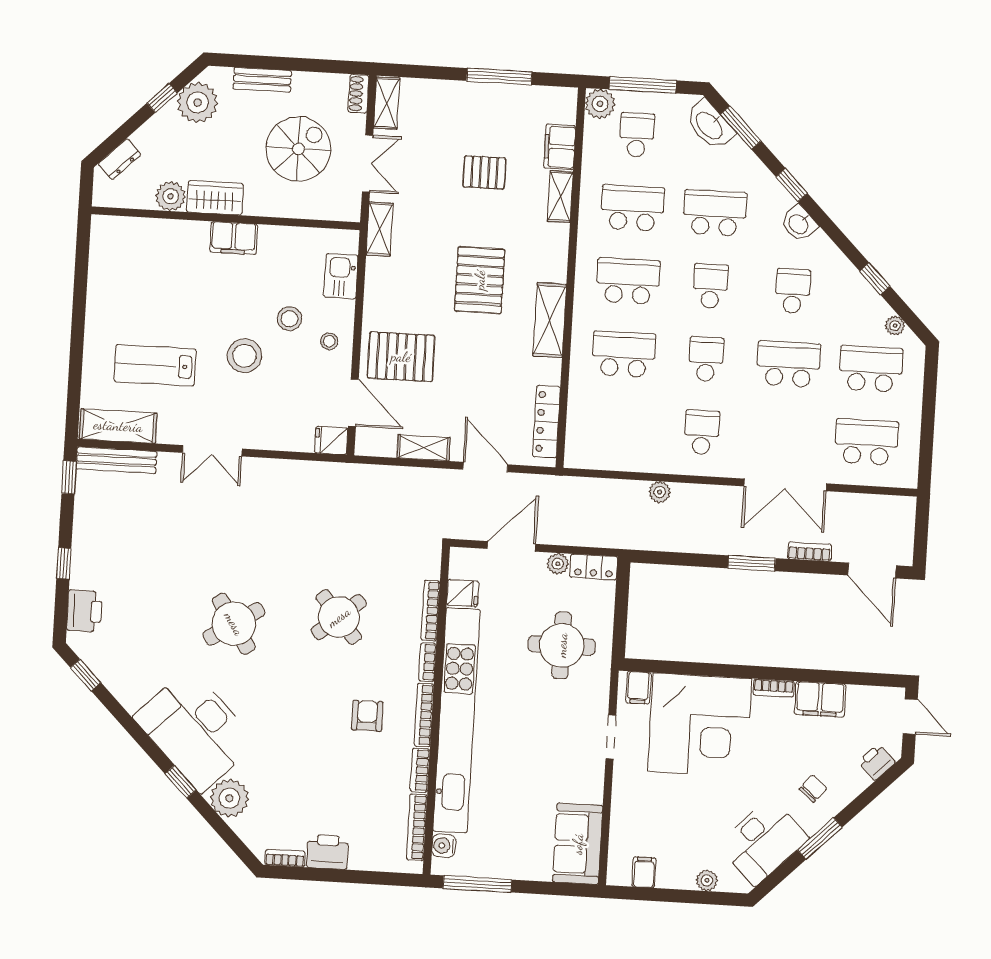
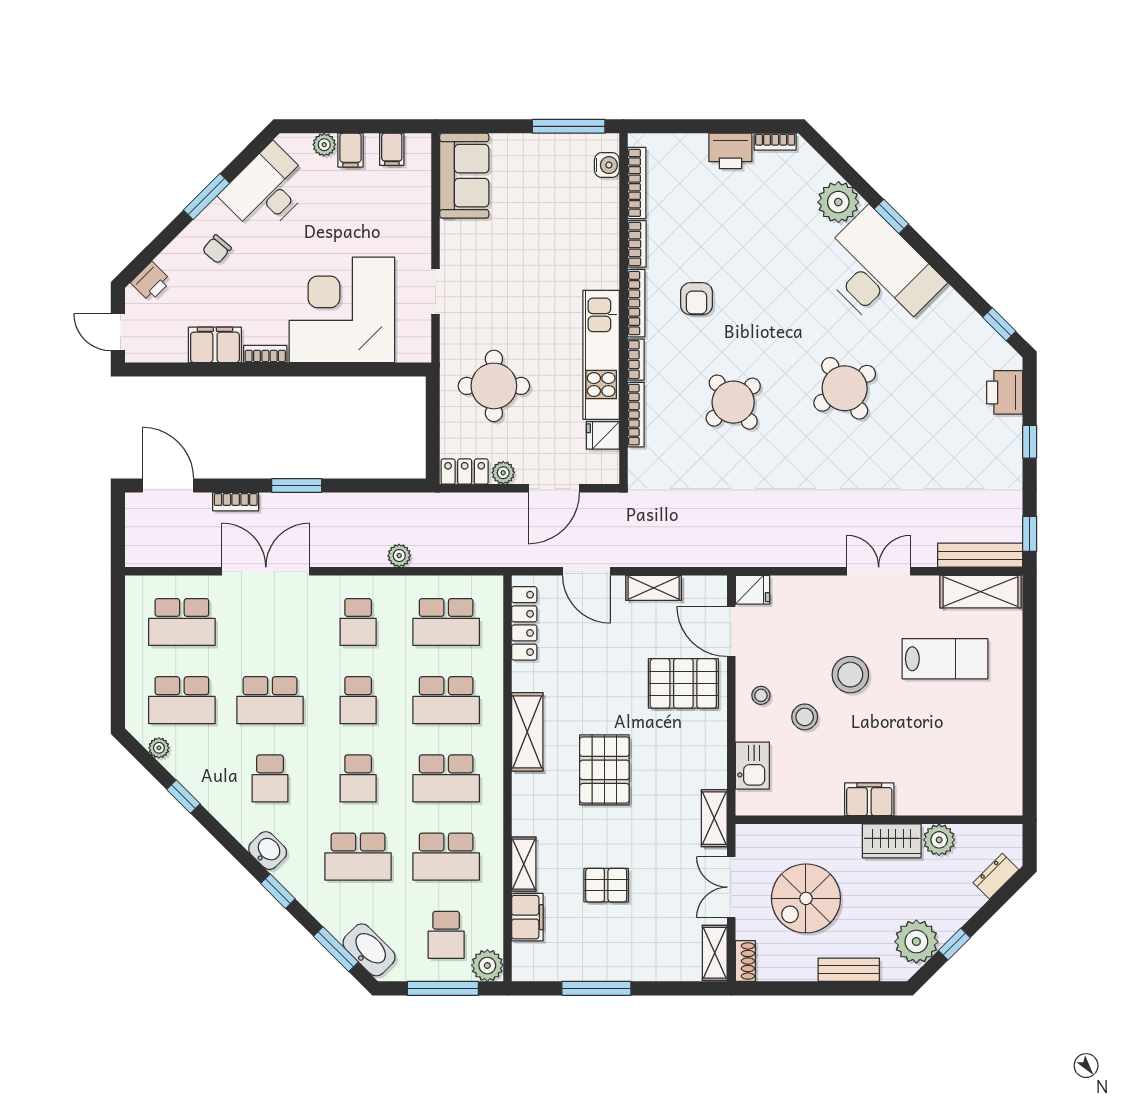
school desk: (619, 427) -> (446, 622), added
filing cabinet: (638, 688) -> (351, 150), moved, turned 180
kitchen unit: (457, 720) -> (601, 355), width x0.54

